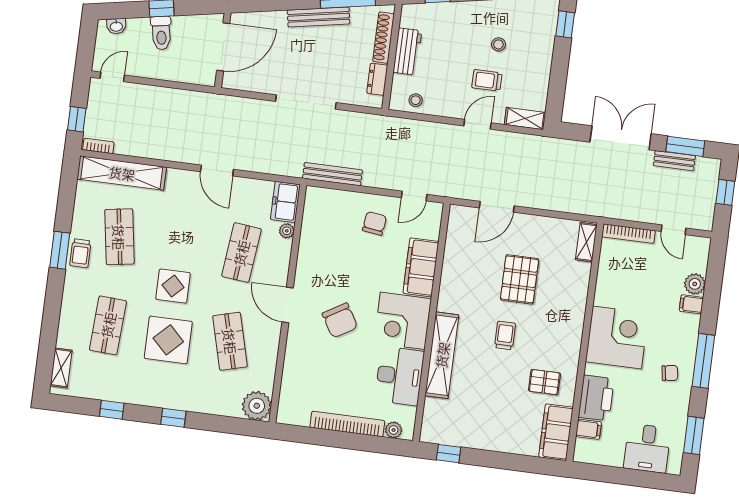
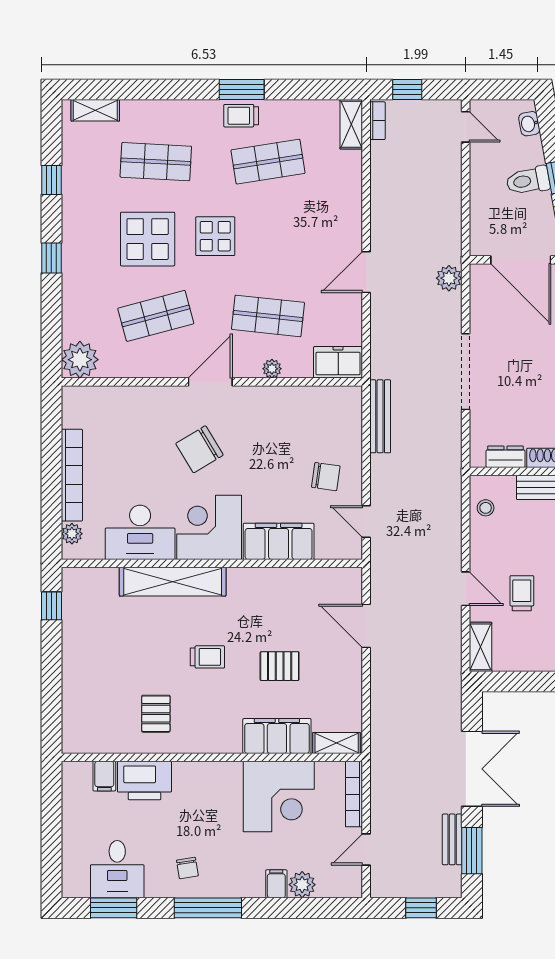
plant: (230, 106) -> (449, 278), added
shelving: (122, 173) -> (351, 124), width x0.45, depth x0.75
plant: (287, 231) -> (272, 369), moved
pallet: (520, 279) -> (280, 666), width x0.67, depth x0.71
corner desk: (617, 337) -> (279, 797), moved
filing cabinet: (556, 432) -> (277, 736), moved
desk: (647, 448) -> (117, 869), moved, turned -90

